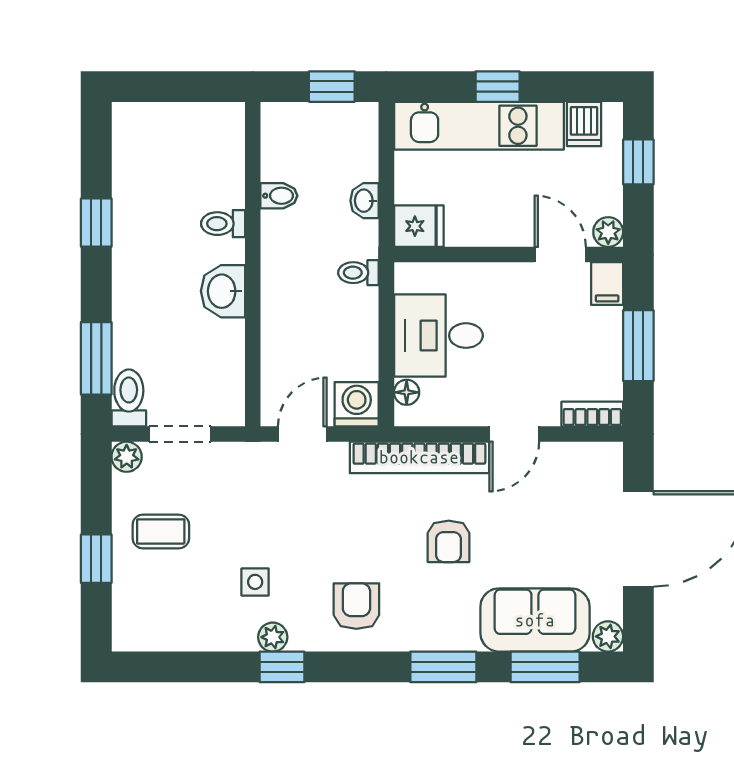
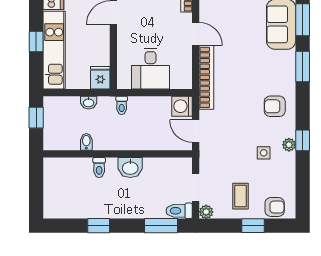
floor lamp: (407, 392) -> (177, 83), removed
armchair: (449, 541) -> (275, 207), moved

